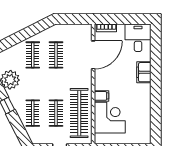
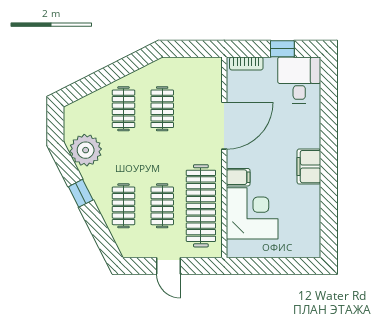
window: (128, 19) -> (282, 49), added
door: (93, 55) -> (224, 126), moved
filing cabinet: (144, 72) -> (309, 167), moved

